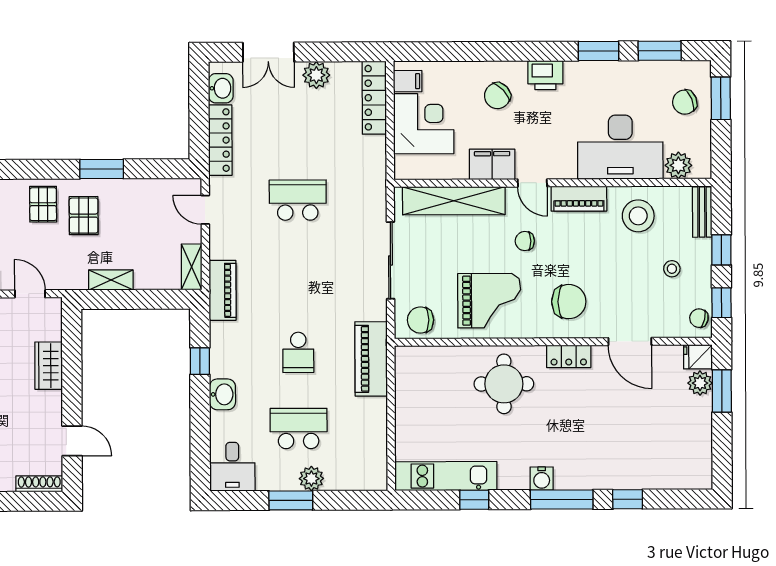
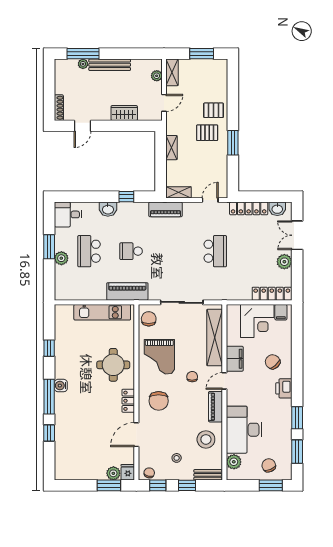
school desk: (299, 429) -> (89, 251), turned 180
kitchen unit: (446, 476) -> (102, 312), moved, turned 90

